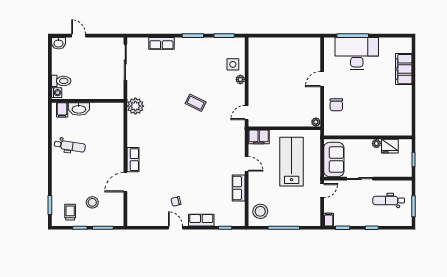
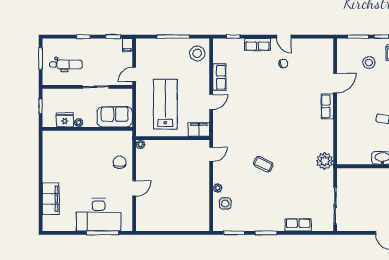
sofa: (334, 160) -> (115, 117), moved, turned 90
lab bench: (292, 162) -> (165, 104), turned 180
door: (247, 164) -> (211, 102), swing flipped

